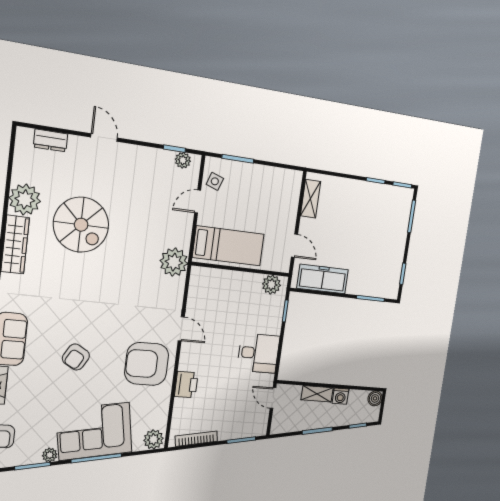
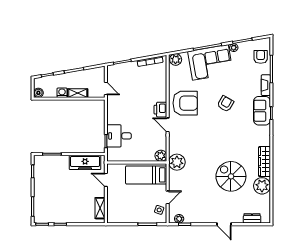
plant: (271, 285) -> (161, 156), moved
desk: (258, 353) -> (119, 136), moved
printer: (186, 385) -> (160, 110), moved

